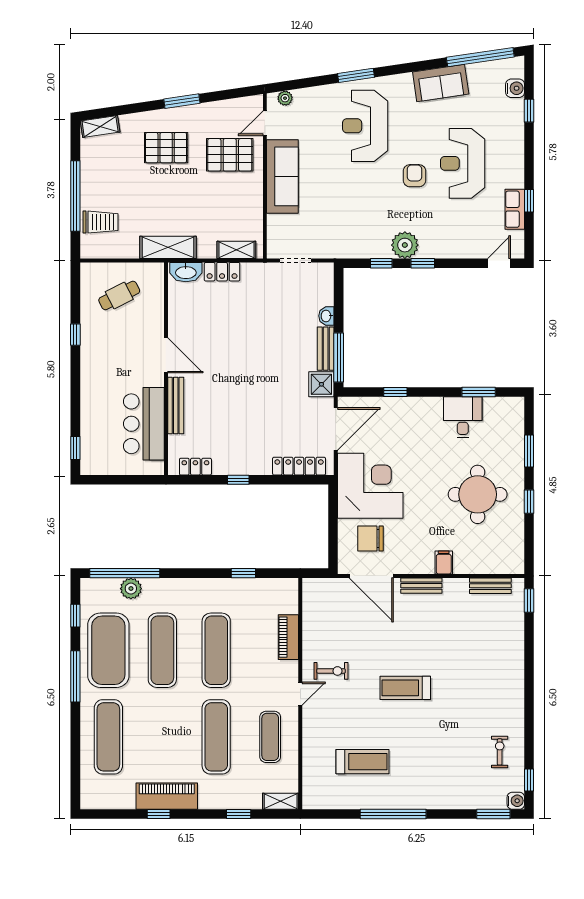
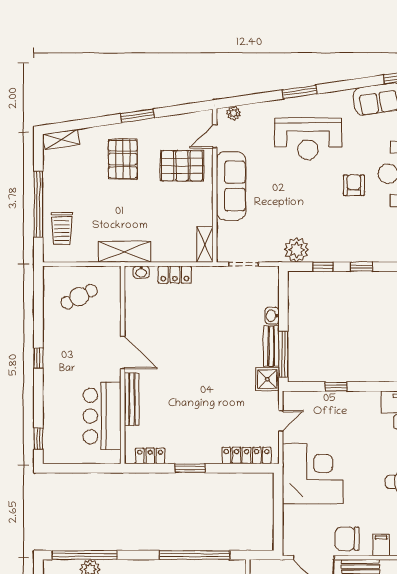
reception desk: (365, 126) -> (308, 139), turned -90
pallet: (166, 148) -> (123, 159), turned 90
trolley: (100, 222) -> (62, 228), turned 90
plant: (405, 245) -> (296, 250), moved
shelving: (236, 250) -> (205, 244), moved, turned 90
washbasin: (186, 272) -> (141, 272), width x0.52, depth x0.69
window: (75, 335) -> (38, 358), moved
door: (336, 429) -> (281, 421), width x0.53
window: (238, 480) -> (190, 468), width x1.50
chair: (370, 538) -> (347, 539), moved
window: (243, 573) -> (195, 555), width x3.17

